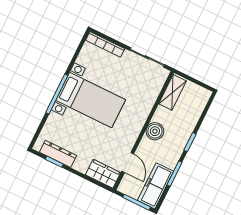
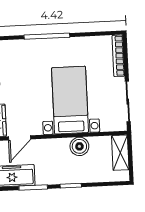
shelving: (173, 92) -> (120, 153), moved, turned 90
bed with nightstands: (91, 100) -> (70, 100), moved, turned 180
boiler: (155, 131) -> (79, 146), moved

